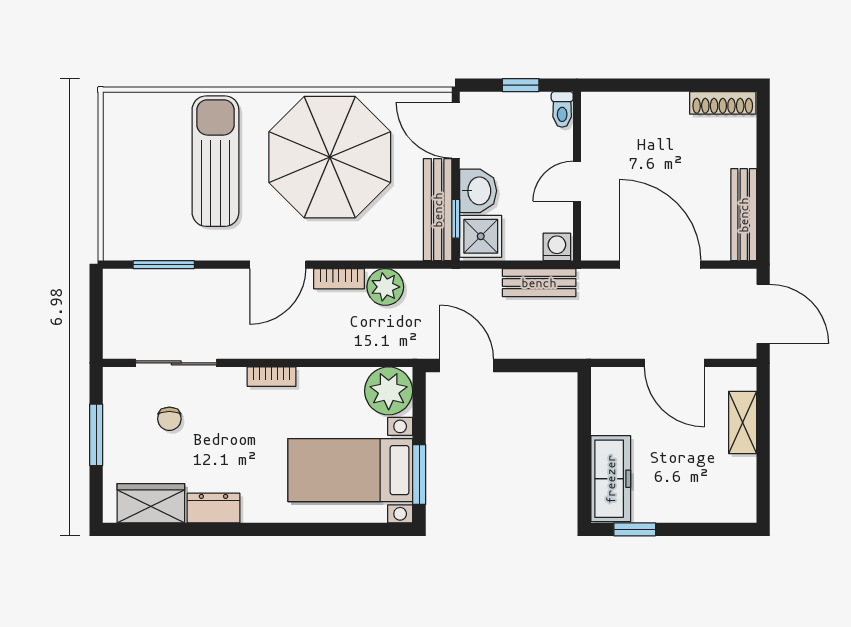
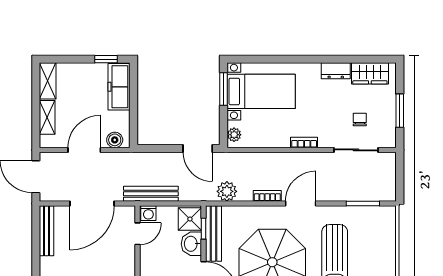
door: (577, 181) -> (137, 234), moved
door: (660, 265) -> (92, 204), hinge flipped
bench: (539, 283) -> (151, 194), width x1.36
plant: (385, 287) -> (227, 191), moved
door: (674, 363) -> (84, 150), hinge flipped
boiler: (619, 381) -> (115, 140), added
plant: (389, 391) -> (234, 135), width x0.53, depth x0.53
shelving: (742, 489) -> (48, 81), added

